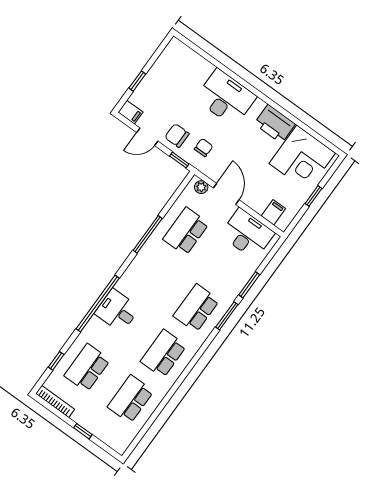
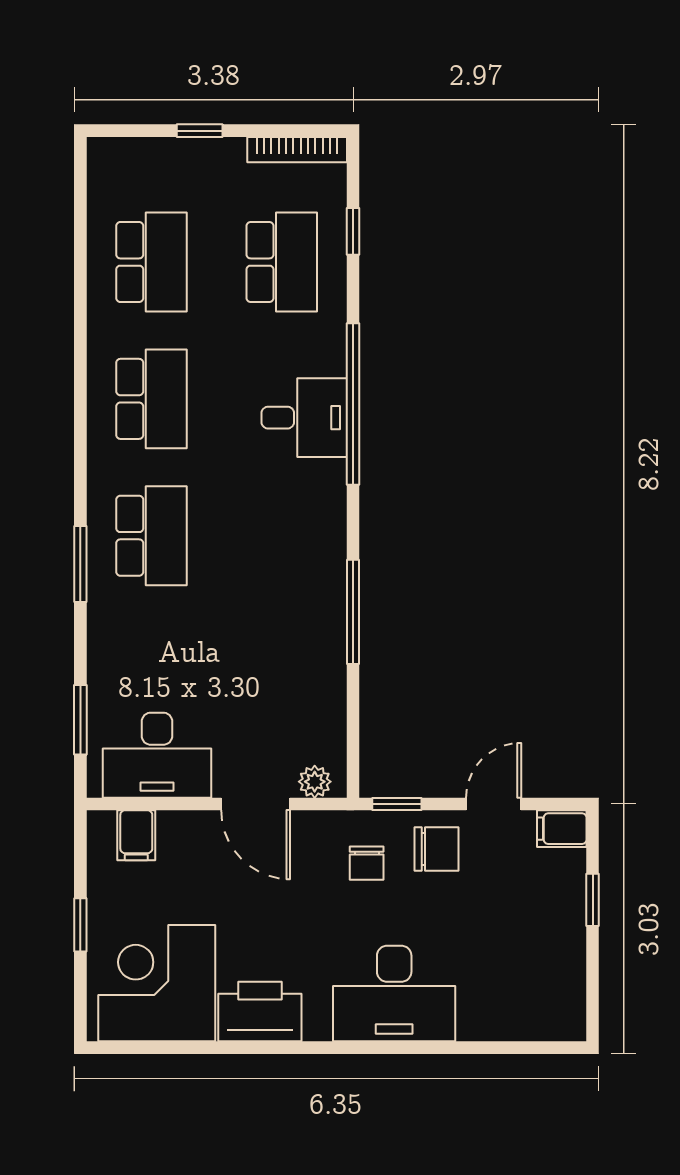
school desk: (186, 231) -> (282, 673), removed
window: (249, 285) -> (80, 720), moved

